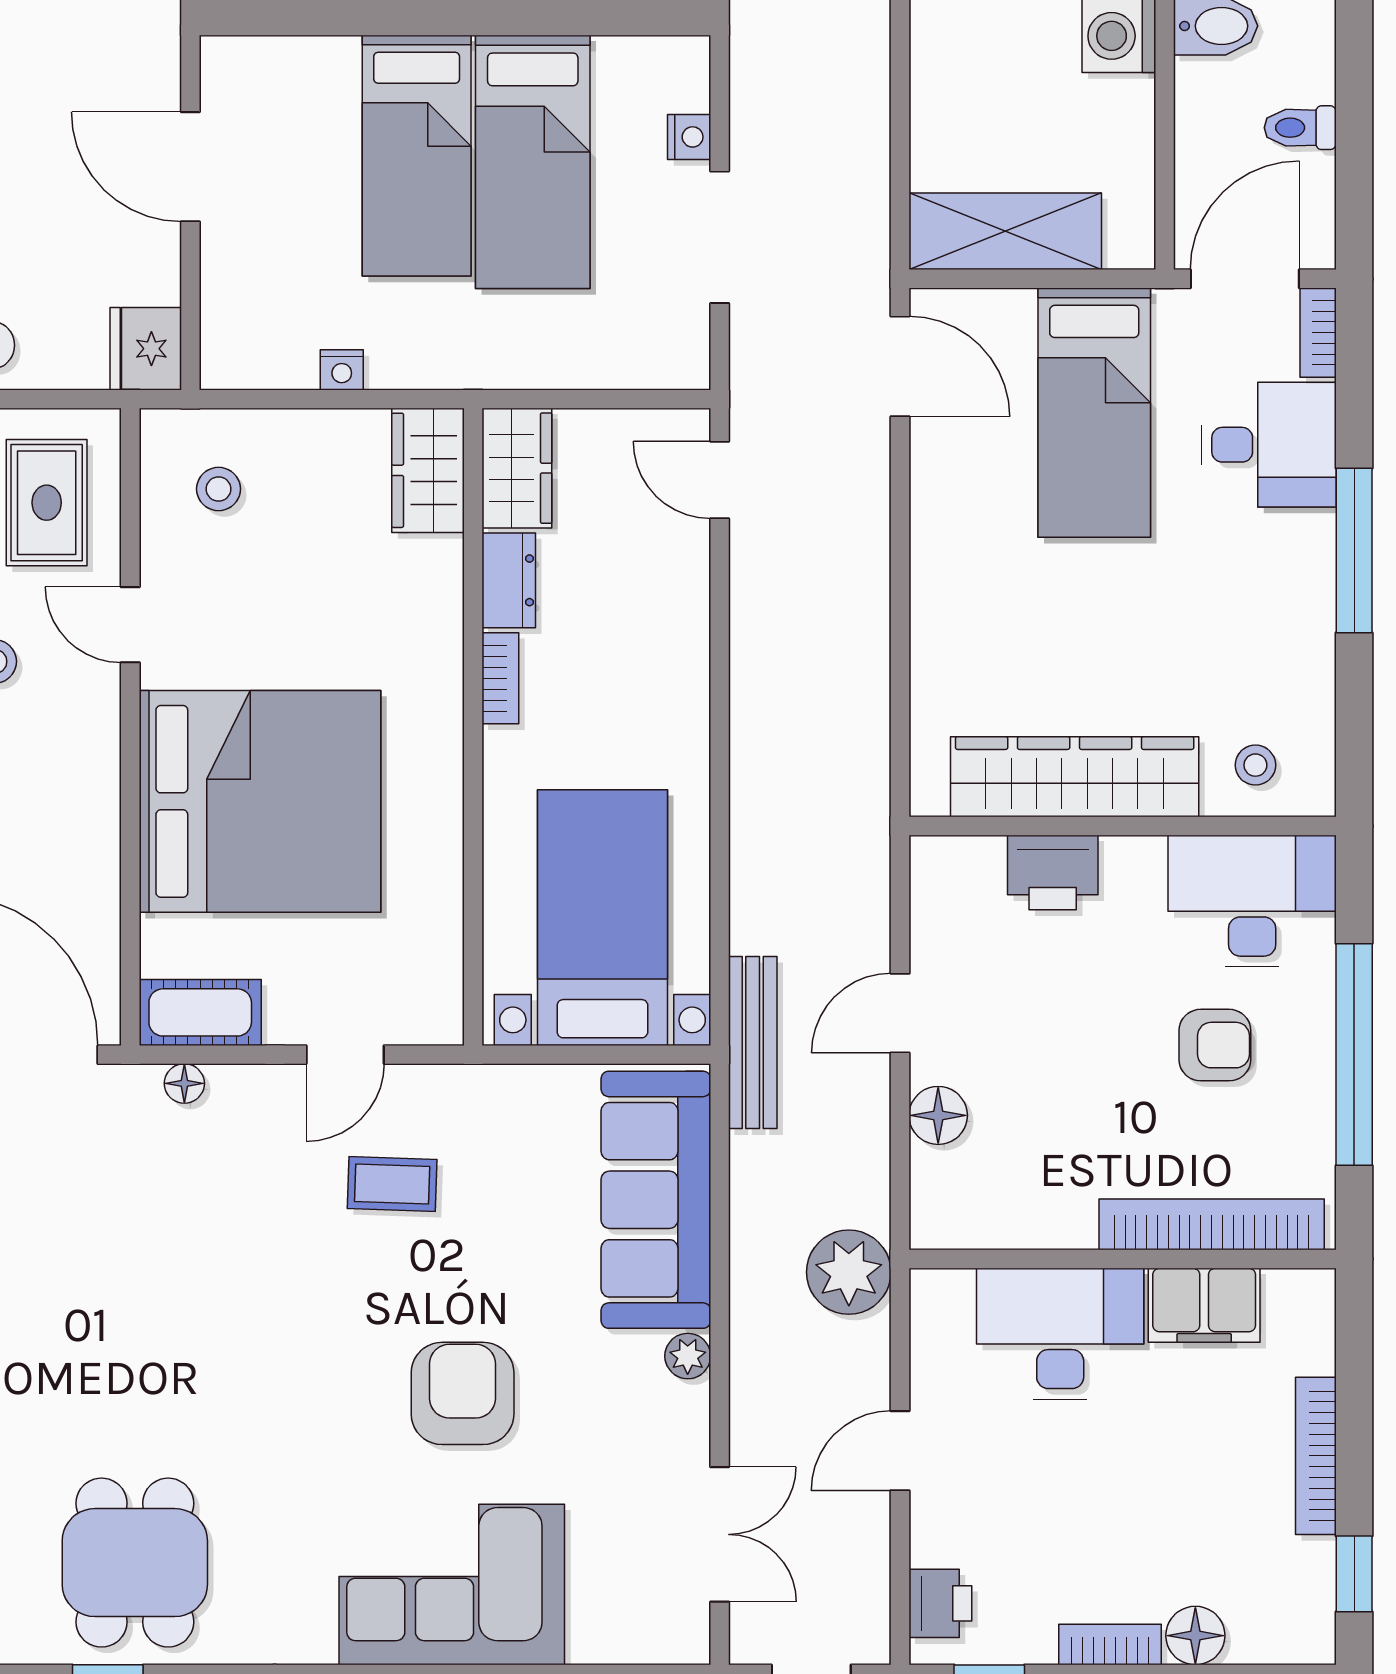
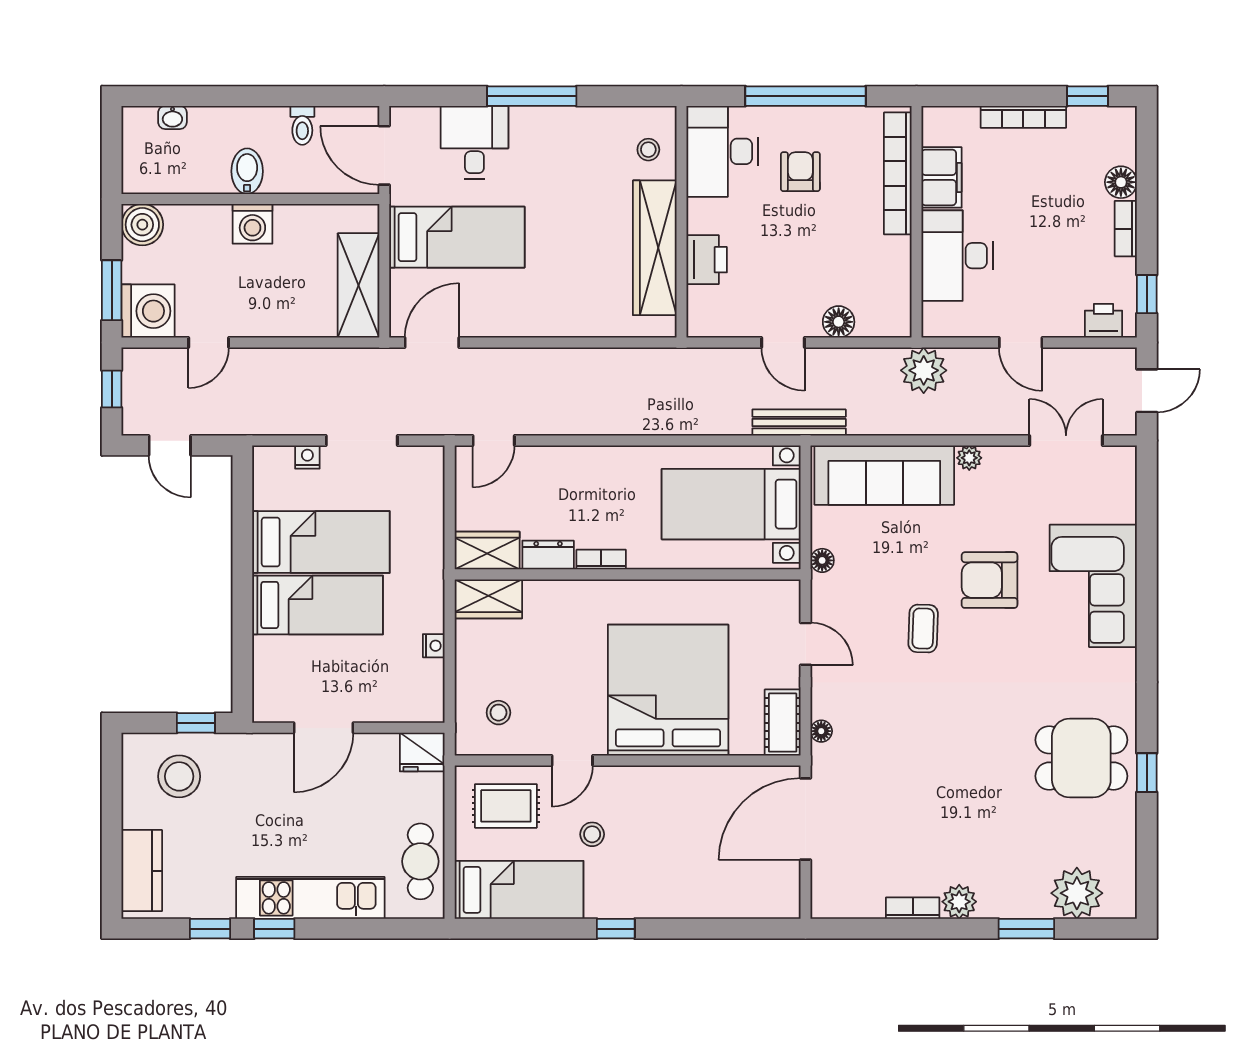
bookcase: (1318, 333) -> (414, 116), removed
floor lamp: (499, 1085) -> (822, 560), added
coffee table: (392, 1184) -> (923, 629), moved

